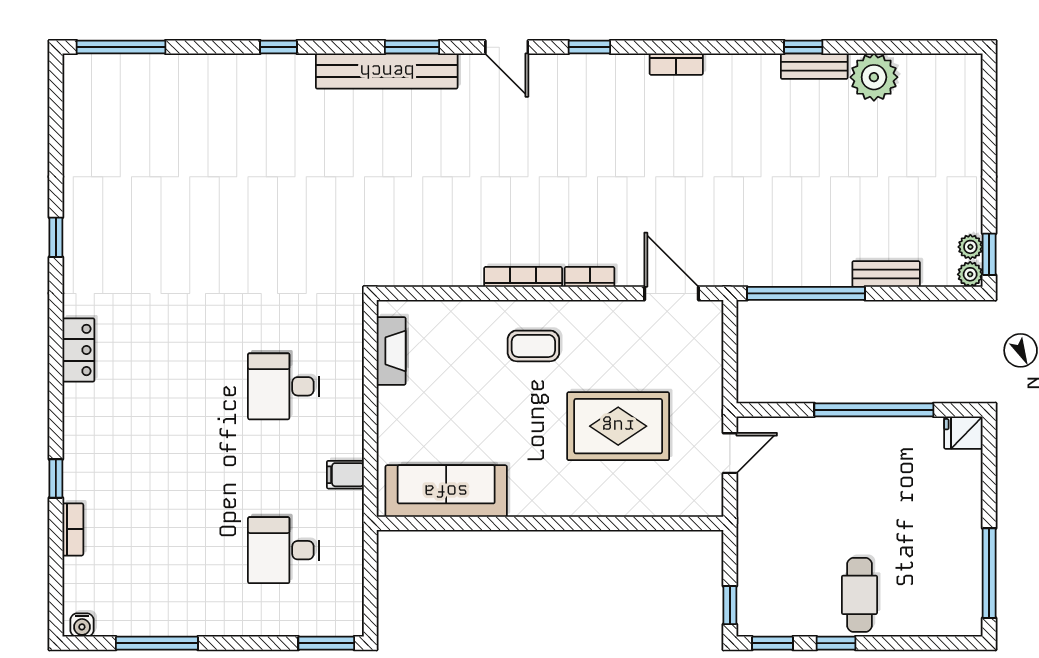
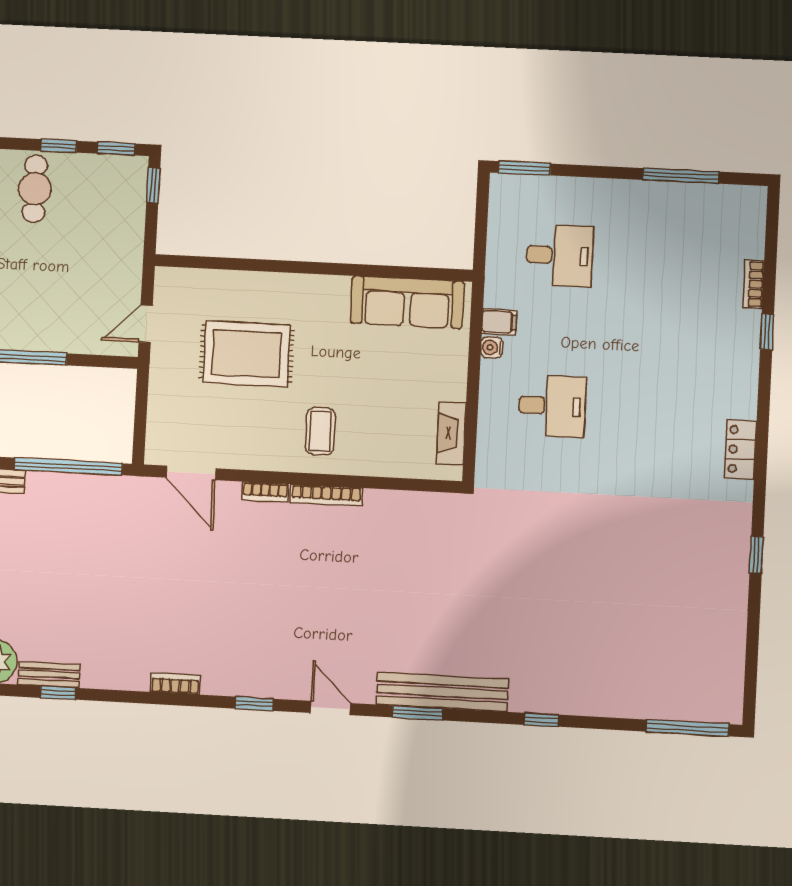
coffee table: (533, 346) -> (320, 431), turned 90
water cooler: (82, 625) -> (492, 347), moved, turned -90

